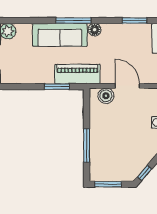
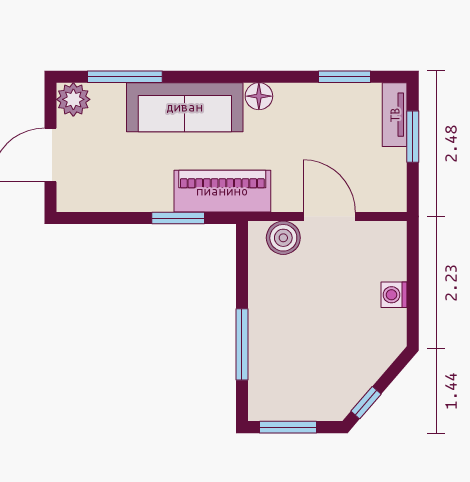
window: (74, 21) -> (125, 77), moved

